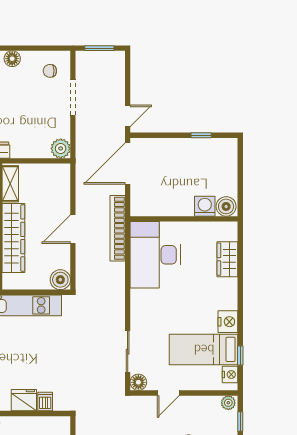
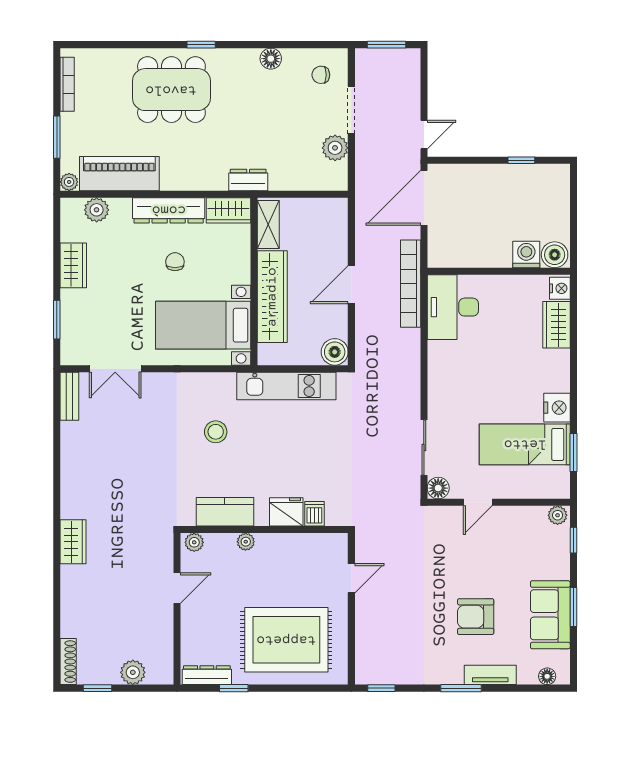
plant: (61, 148) -> (335, 148), moved
desk: (155, 255) -> (453, 307), width x0.73, depth x0.77
window: (240, 355) -> (573, 453), width x1.50
nightstand: (230, 375) -> (560, 288), moved

